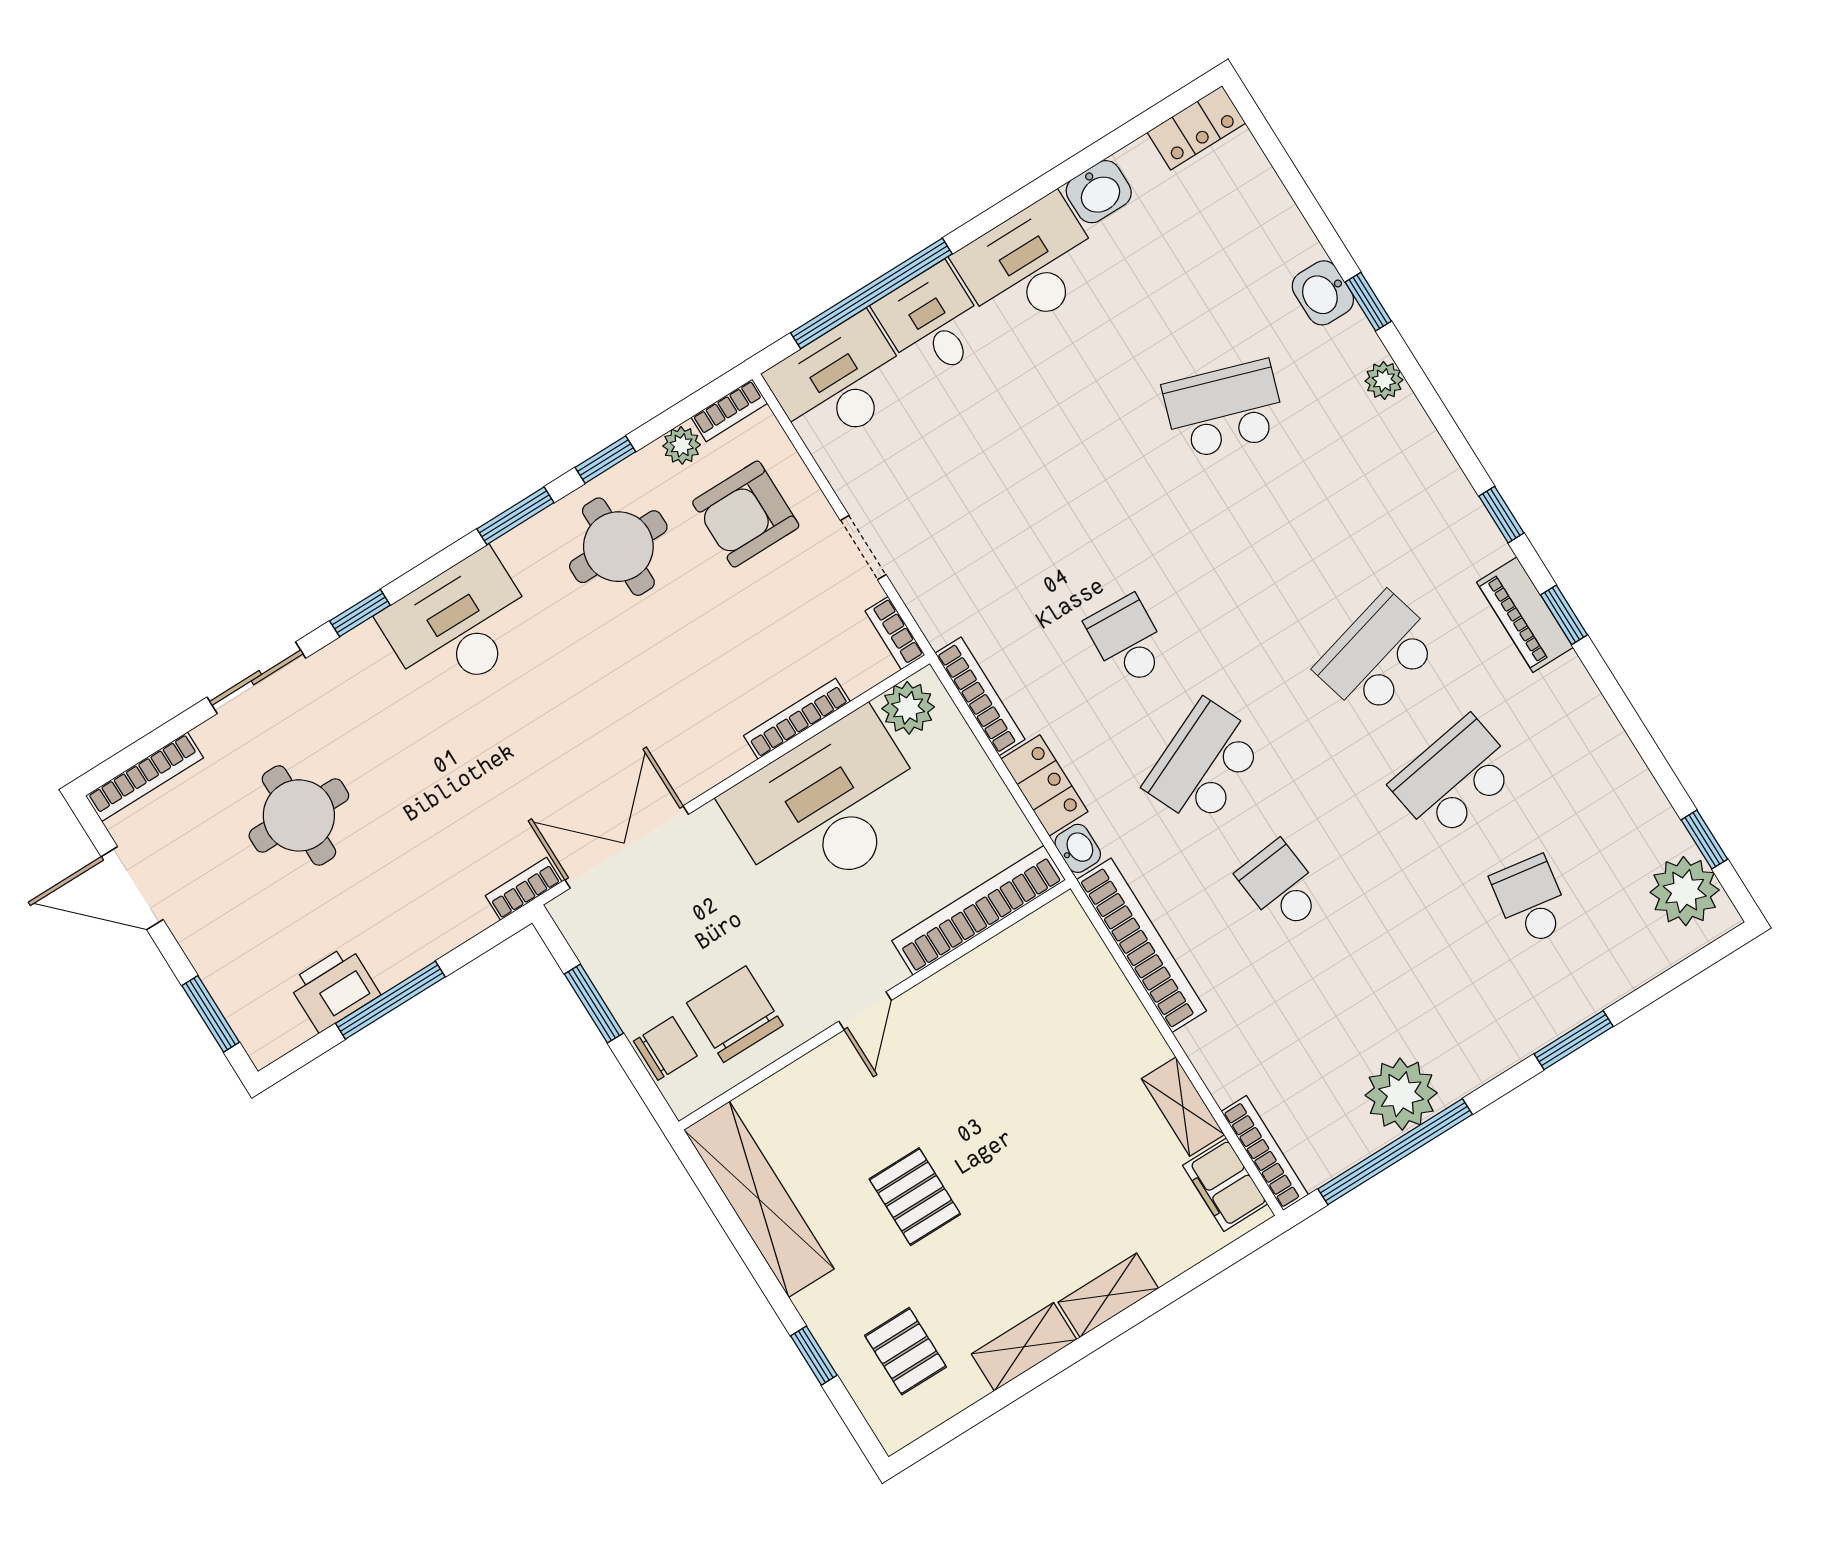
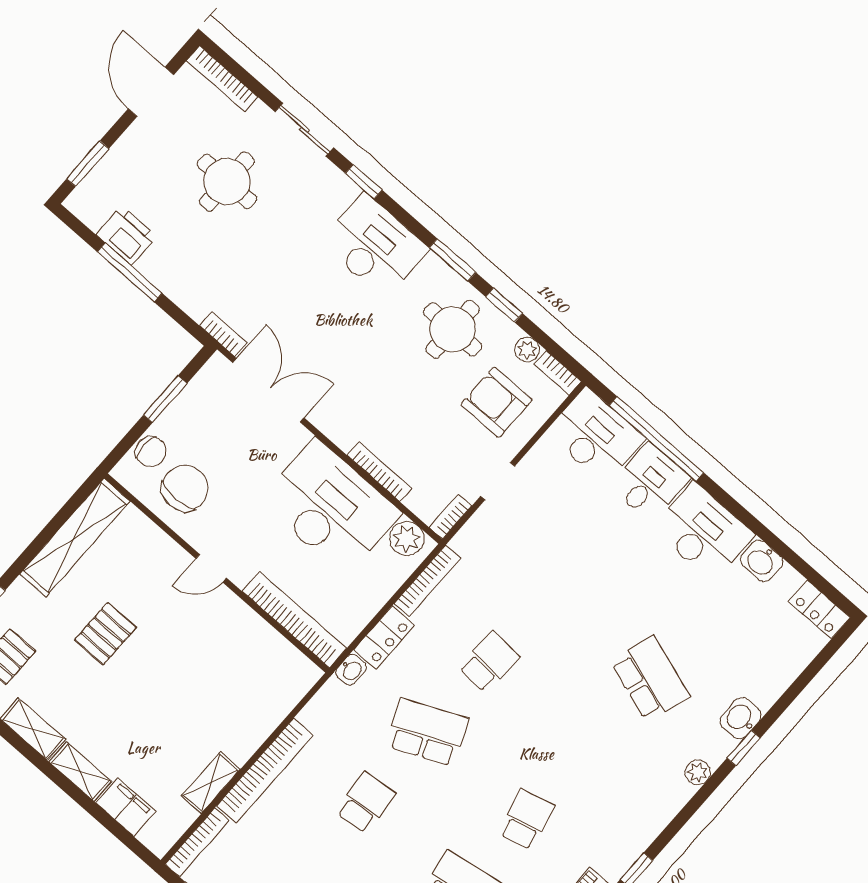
school desk: (1378, 655) -> (526, 819), width x0.54
bookcase: (1141, 945) -> (265, 770), moved
filing cabinet: (1225, 1185) -> (126, 807), moved, turned 90

